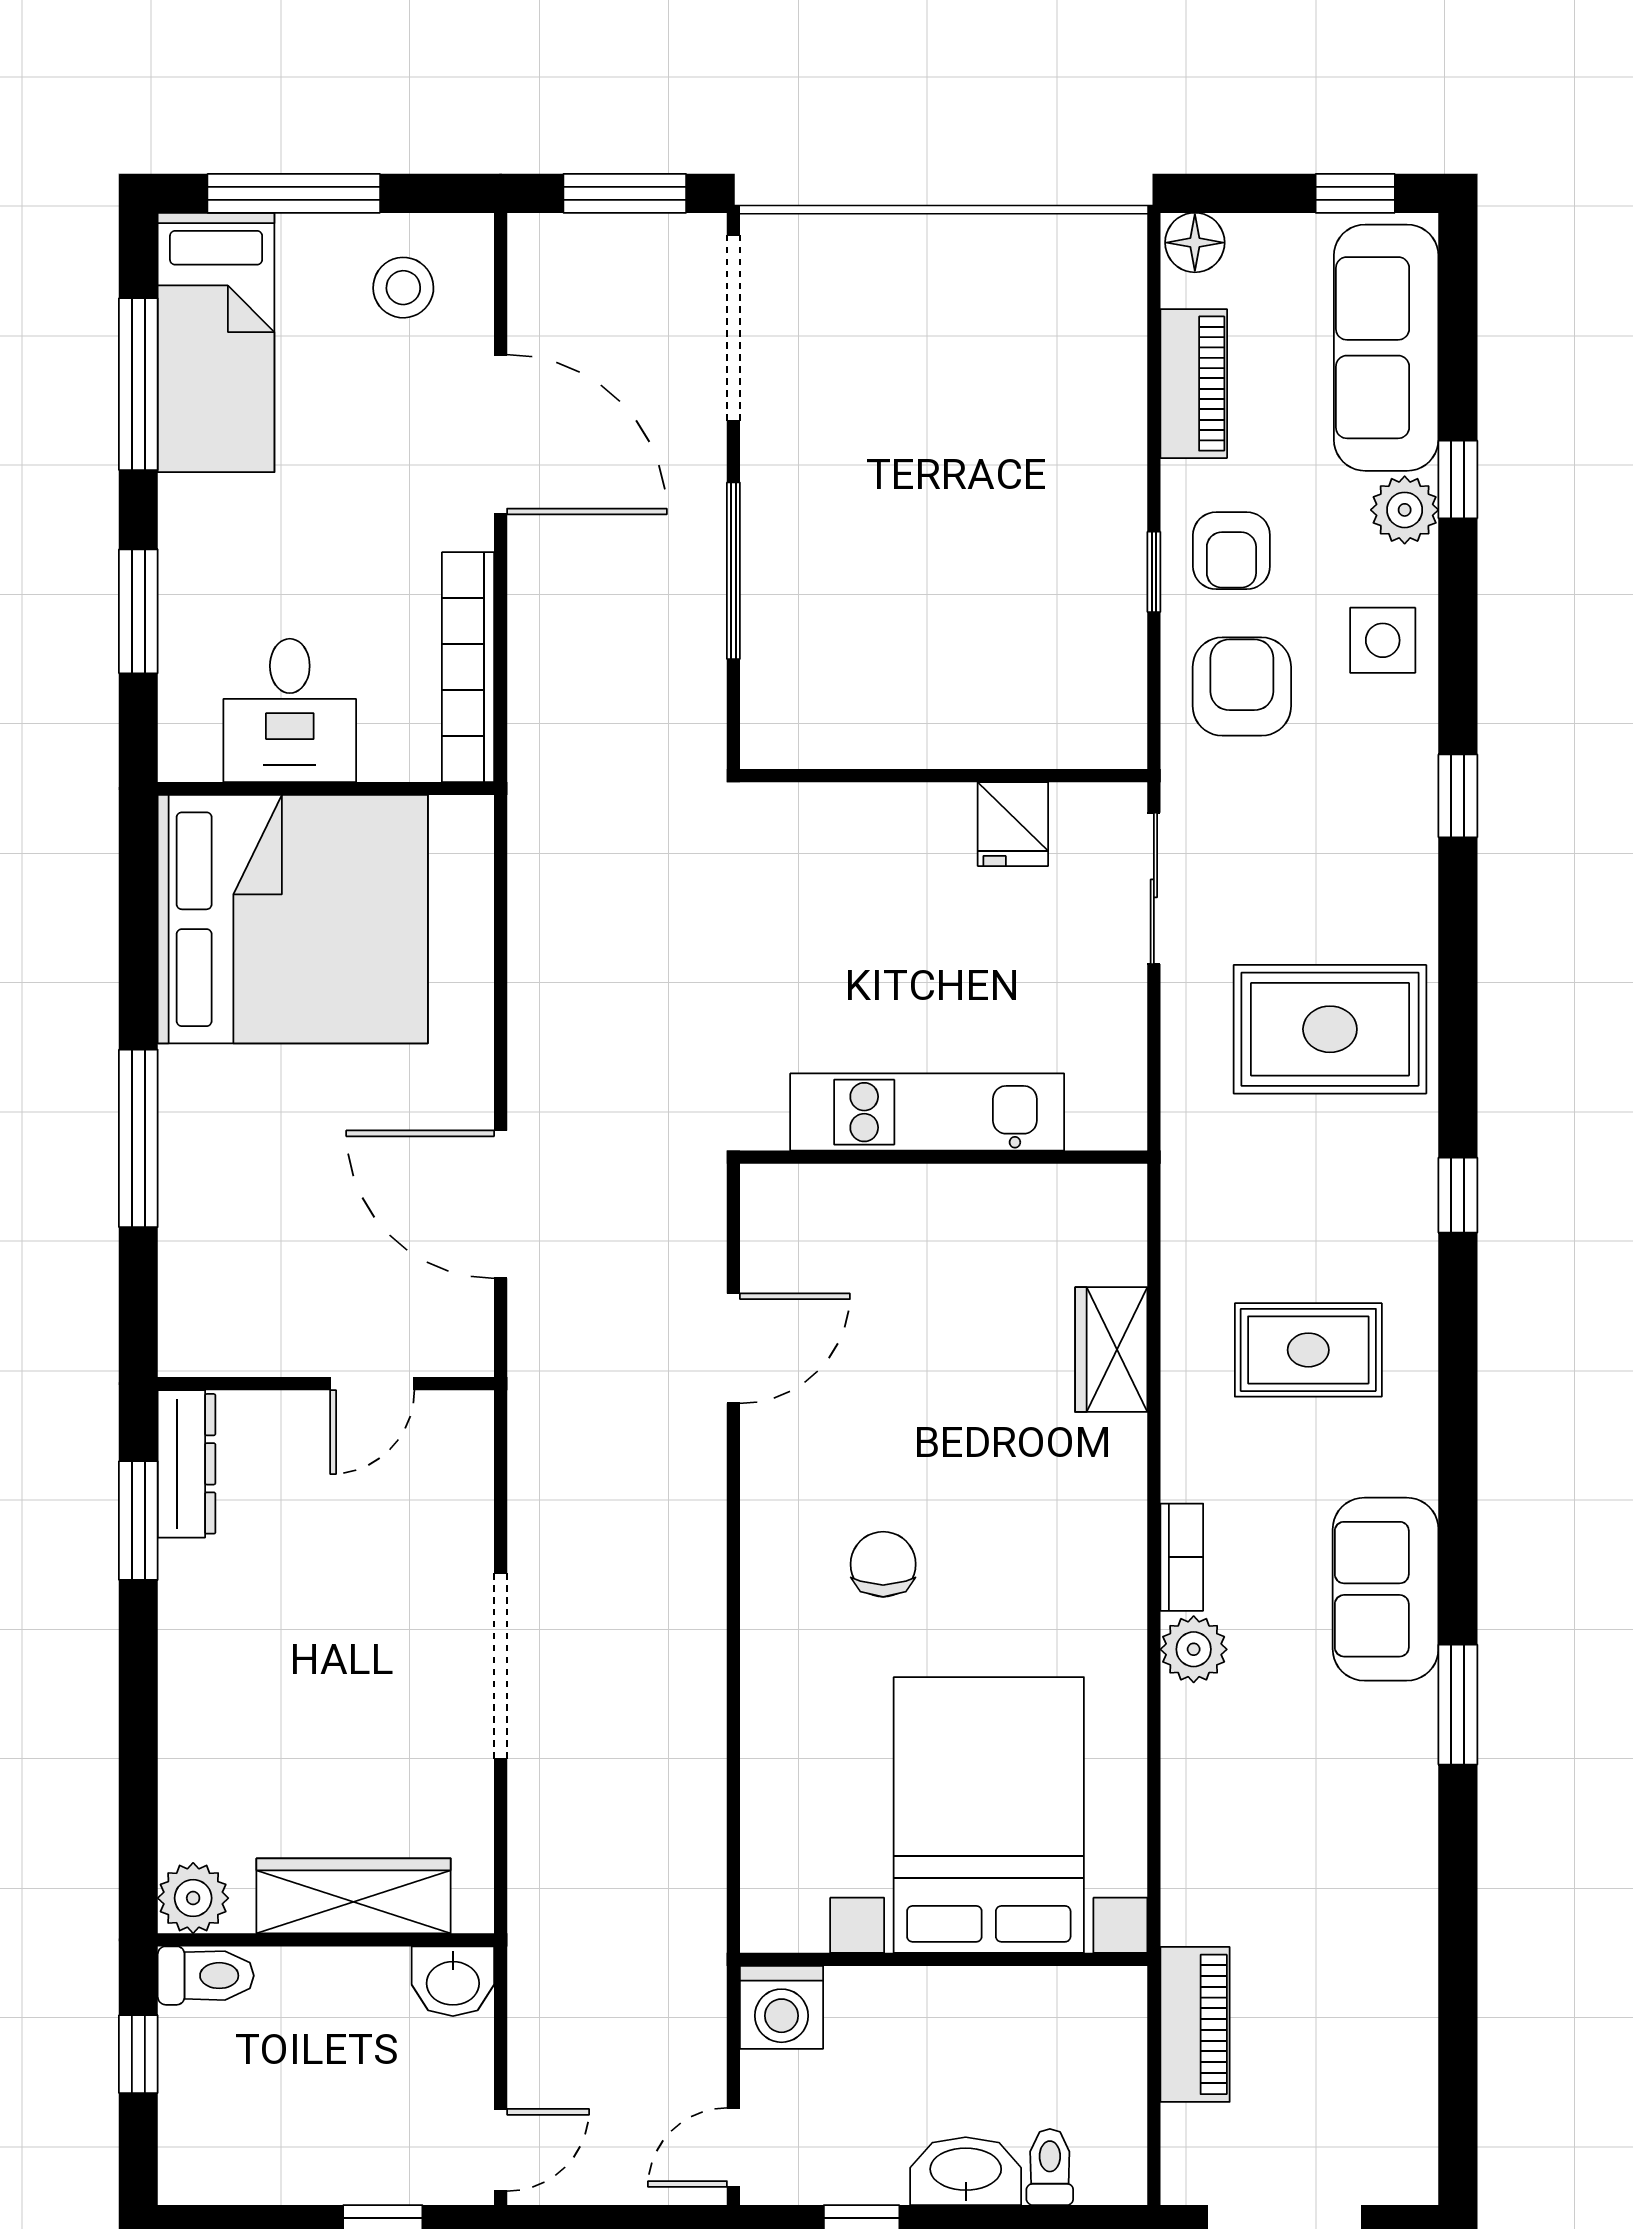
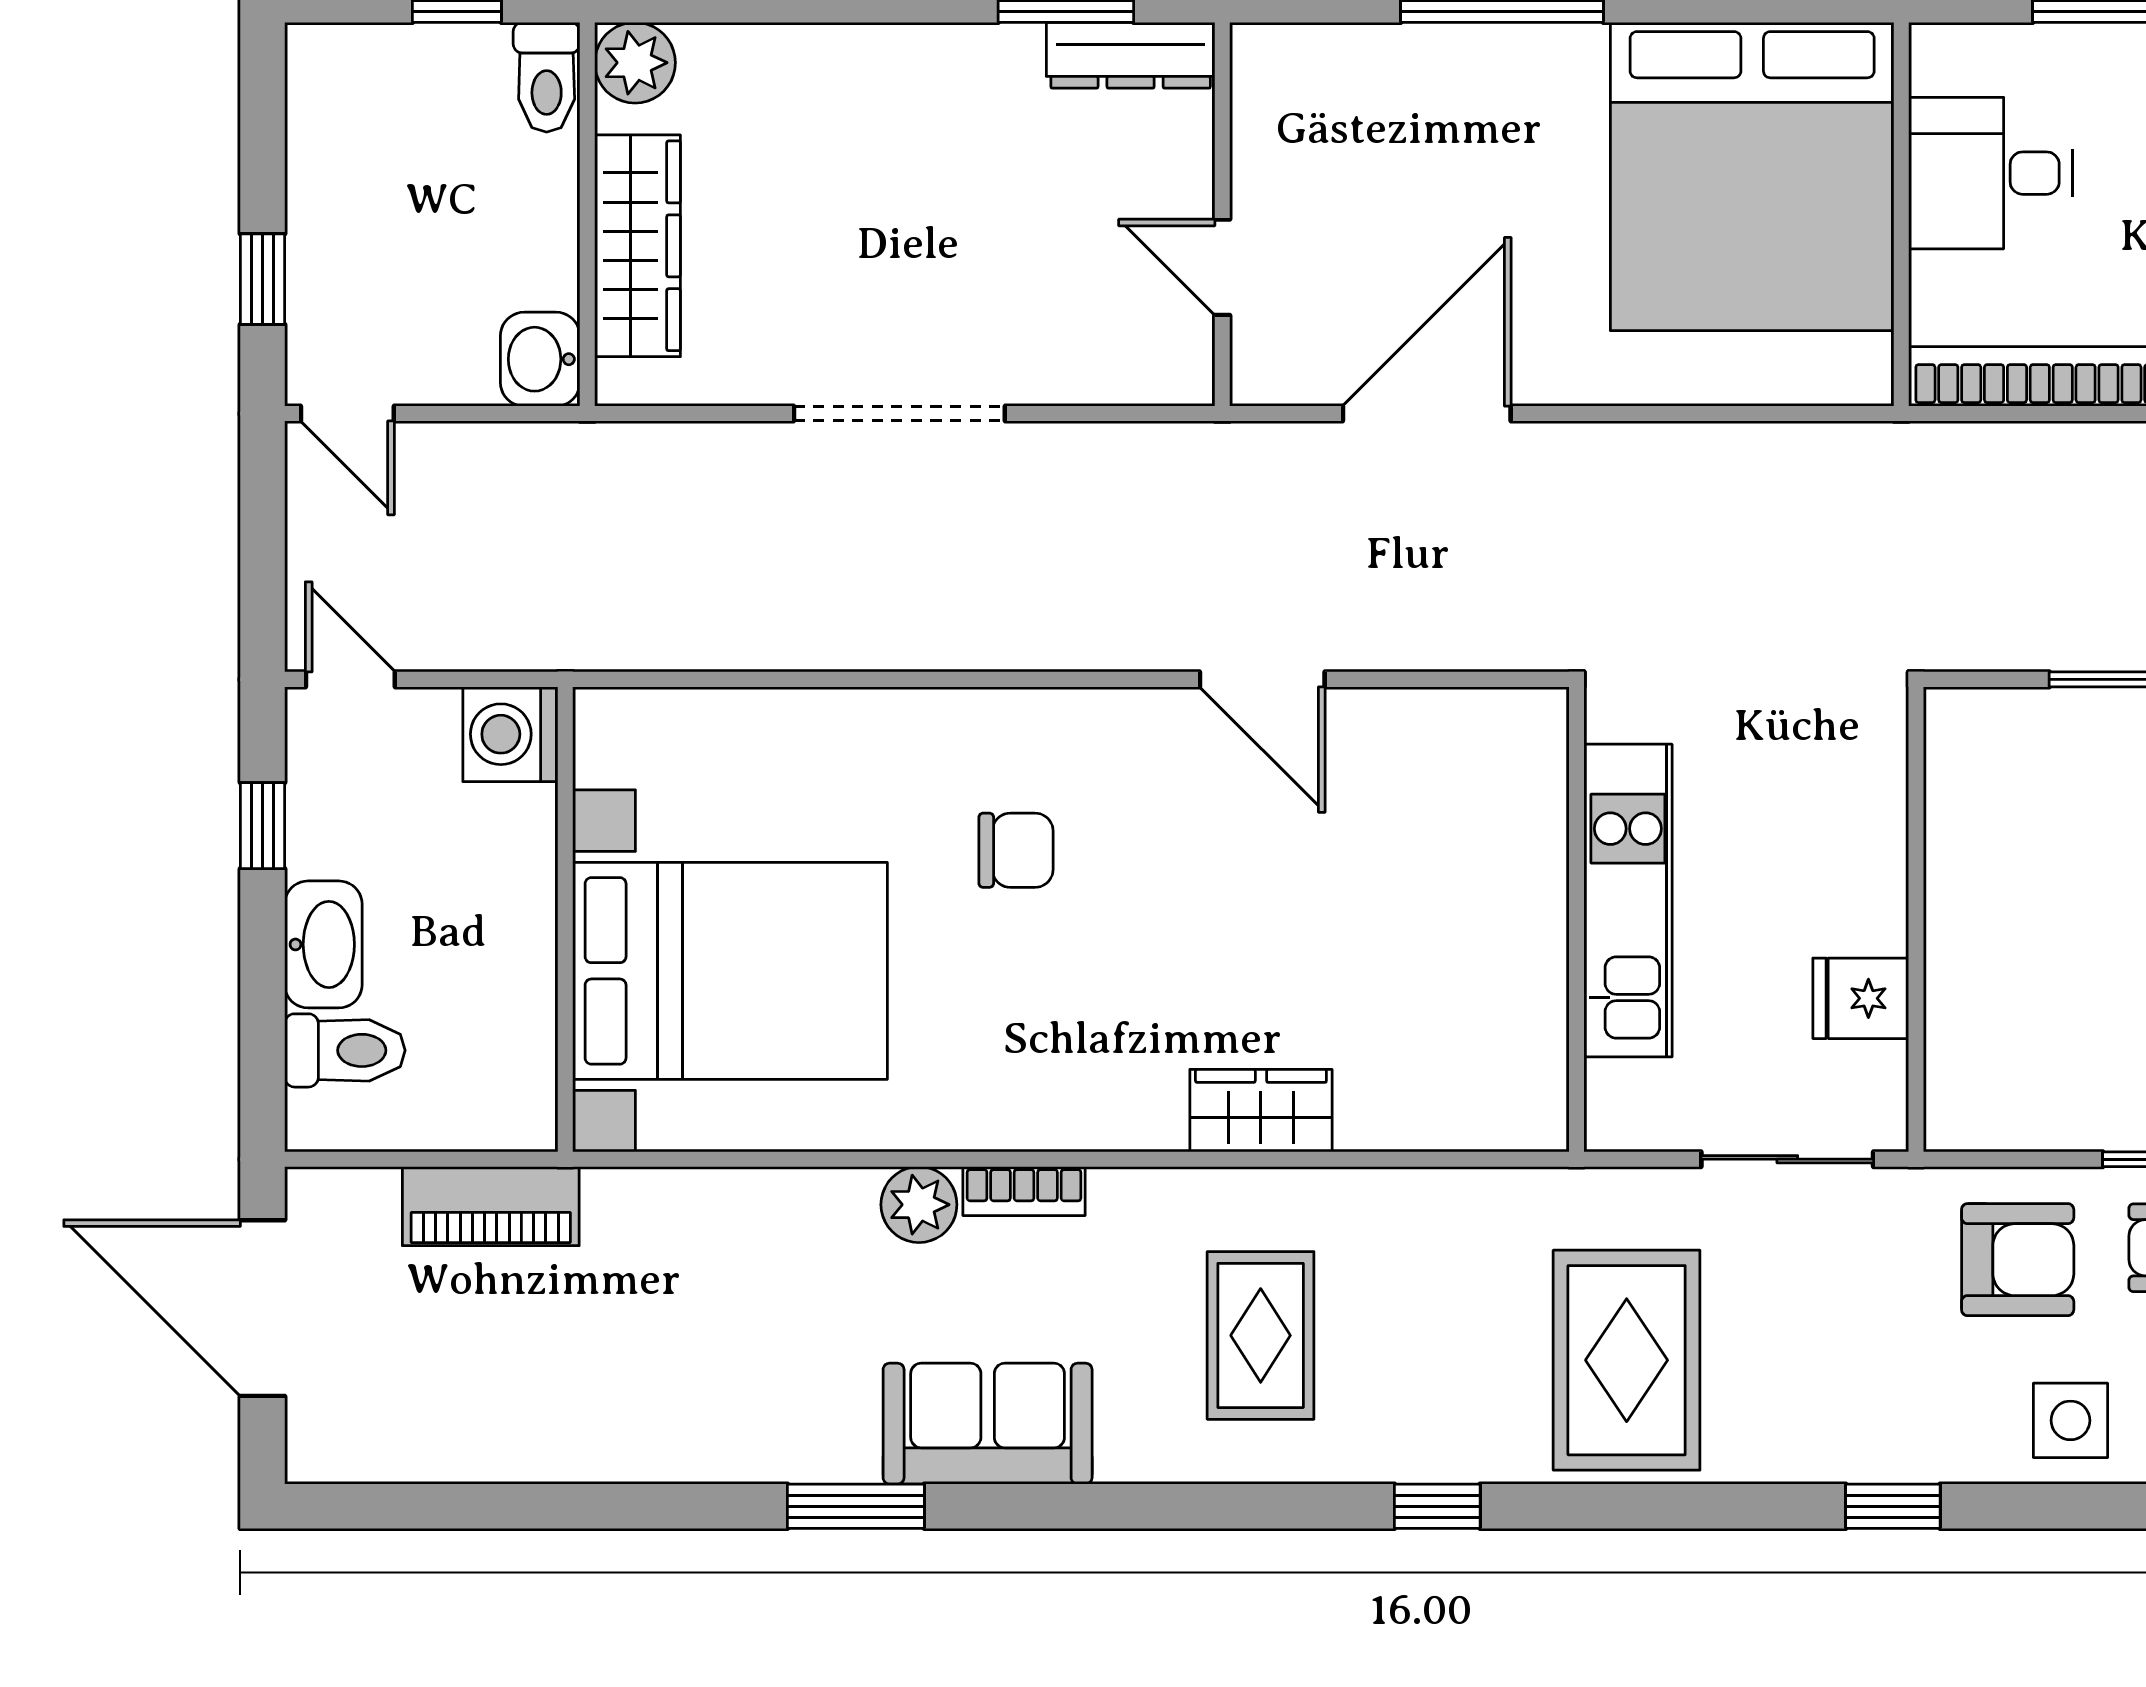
kitchen unit: (927, 1112) -> (1628, 901), moved
wall: (944, 1157) -> (1577, 919), moved
toilet: (1050, 2167) -> (345, 1050), width x1.37, depth x1.39

